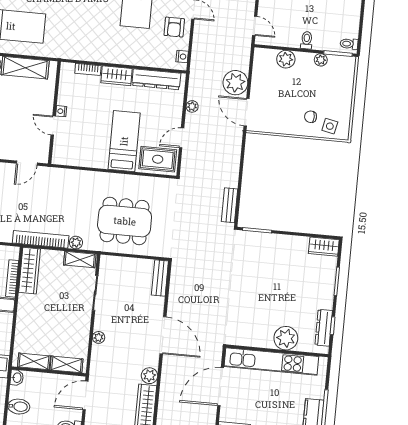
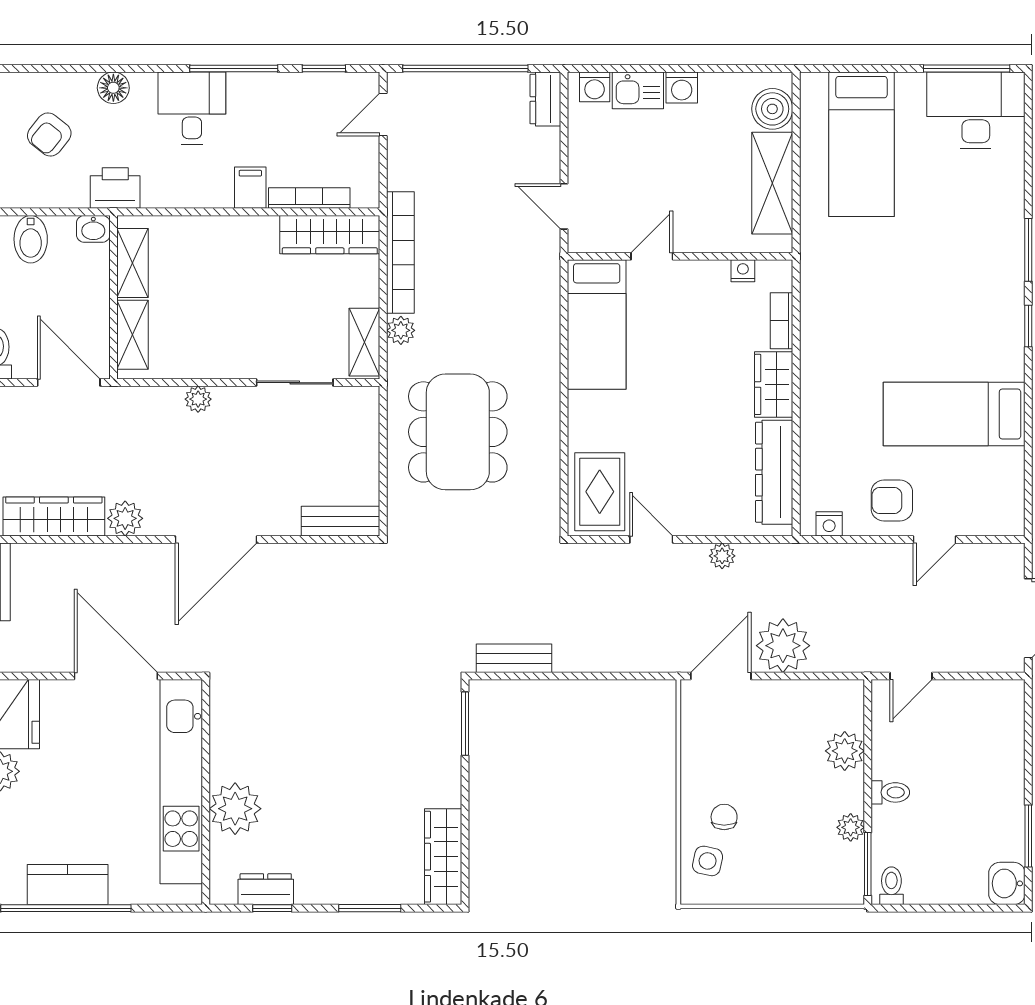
nightstand: (61, 111) -> (743, 271), moved
bed: (124, 141) -> (597, 325), moved, turned 90
wardrobe: (324, 247) -> (443, 857), width x1.50
dresser: (324, 328) -> (266, 889), width x0.70

